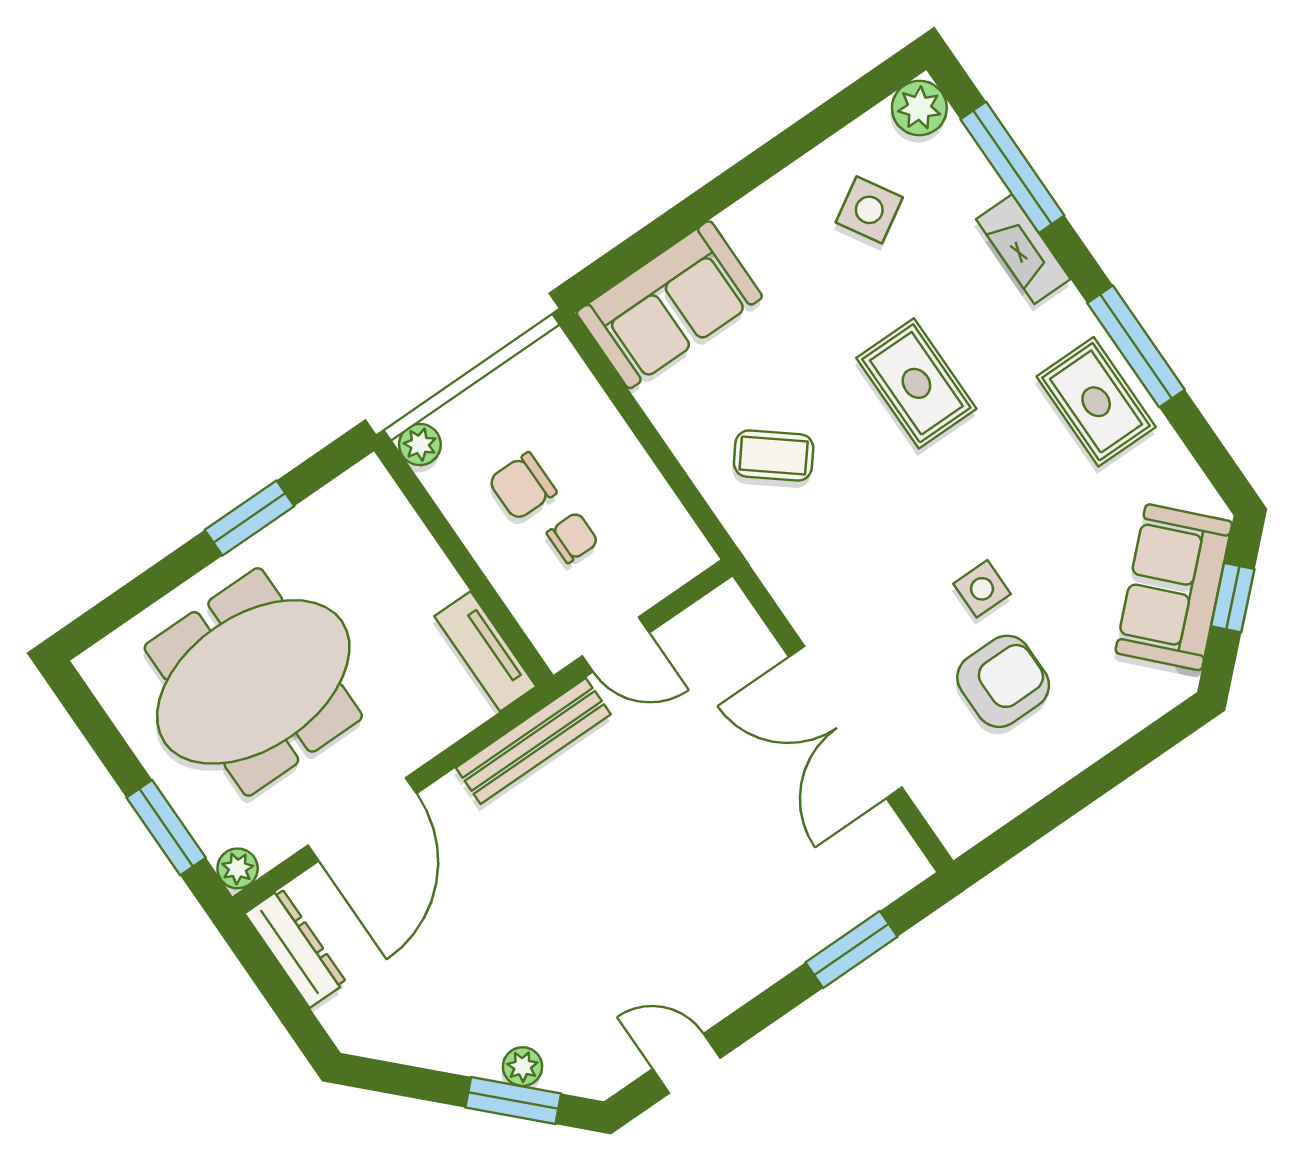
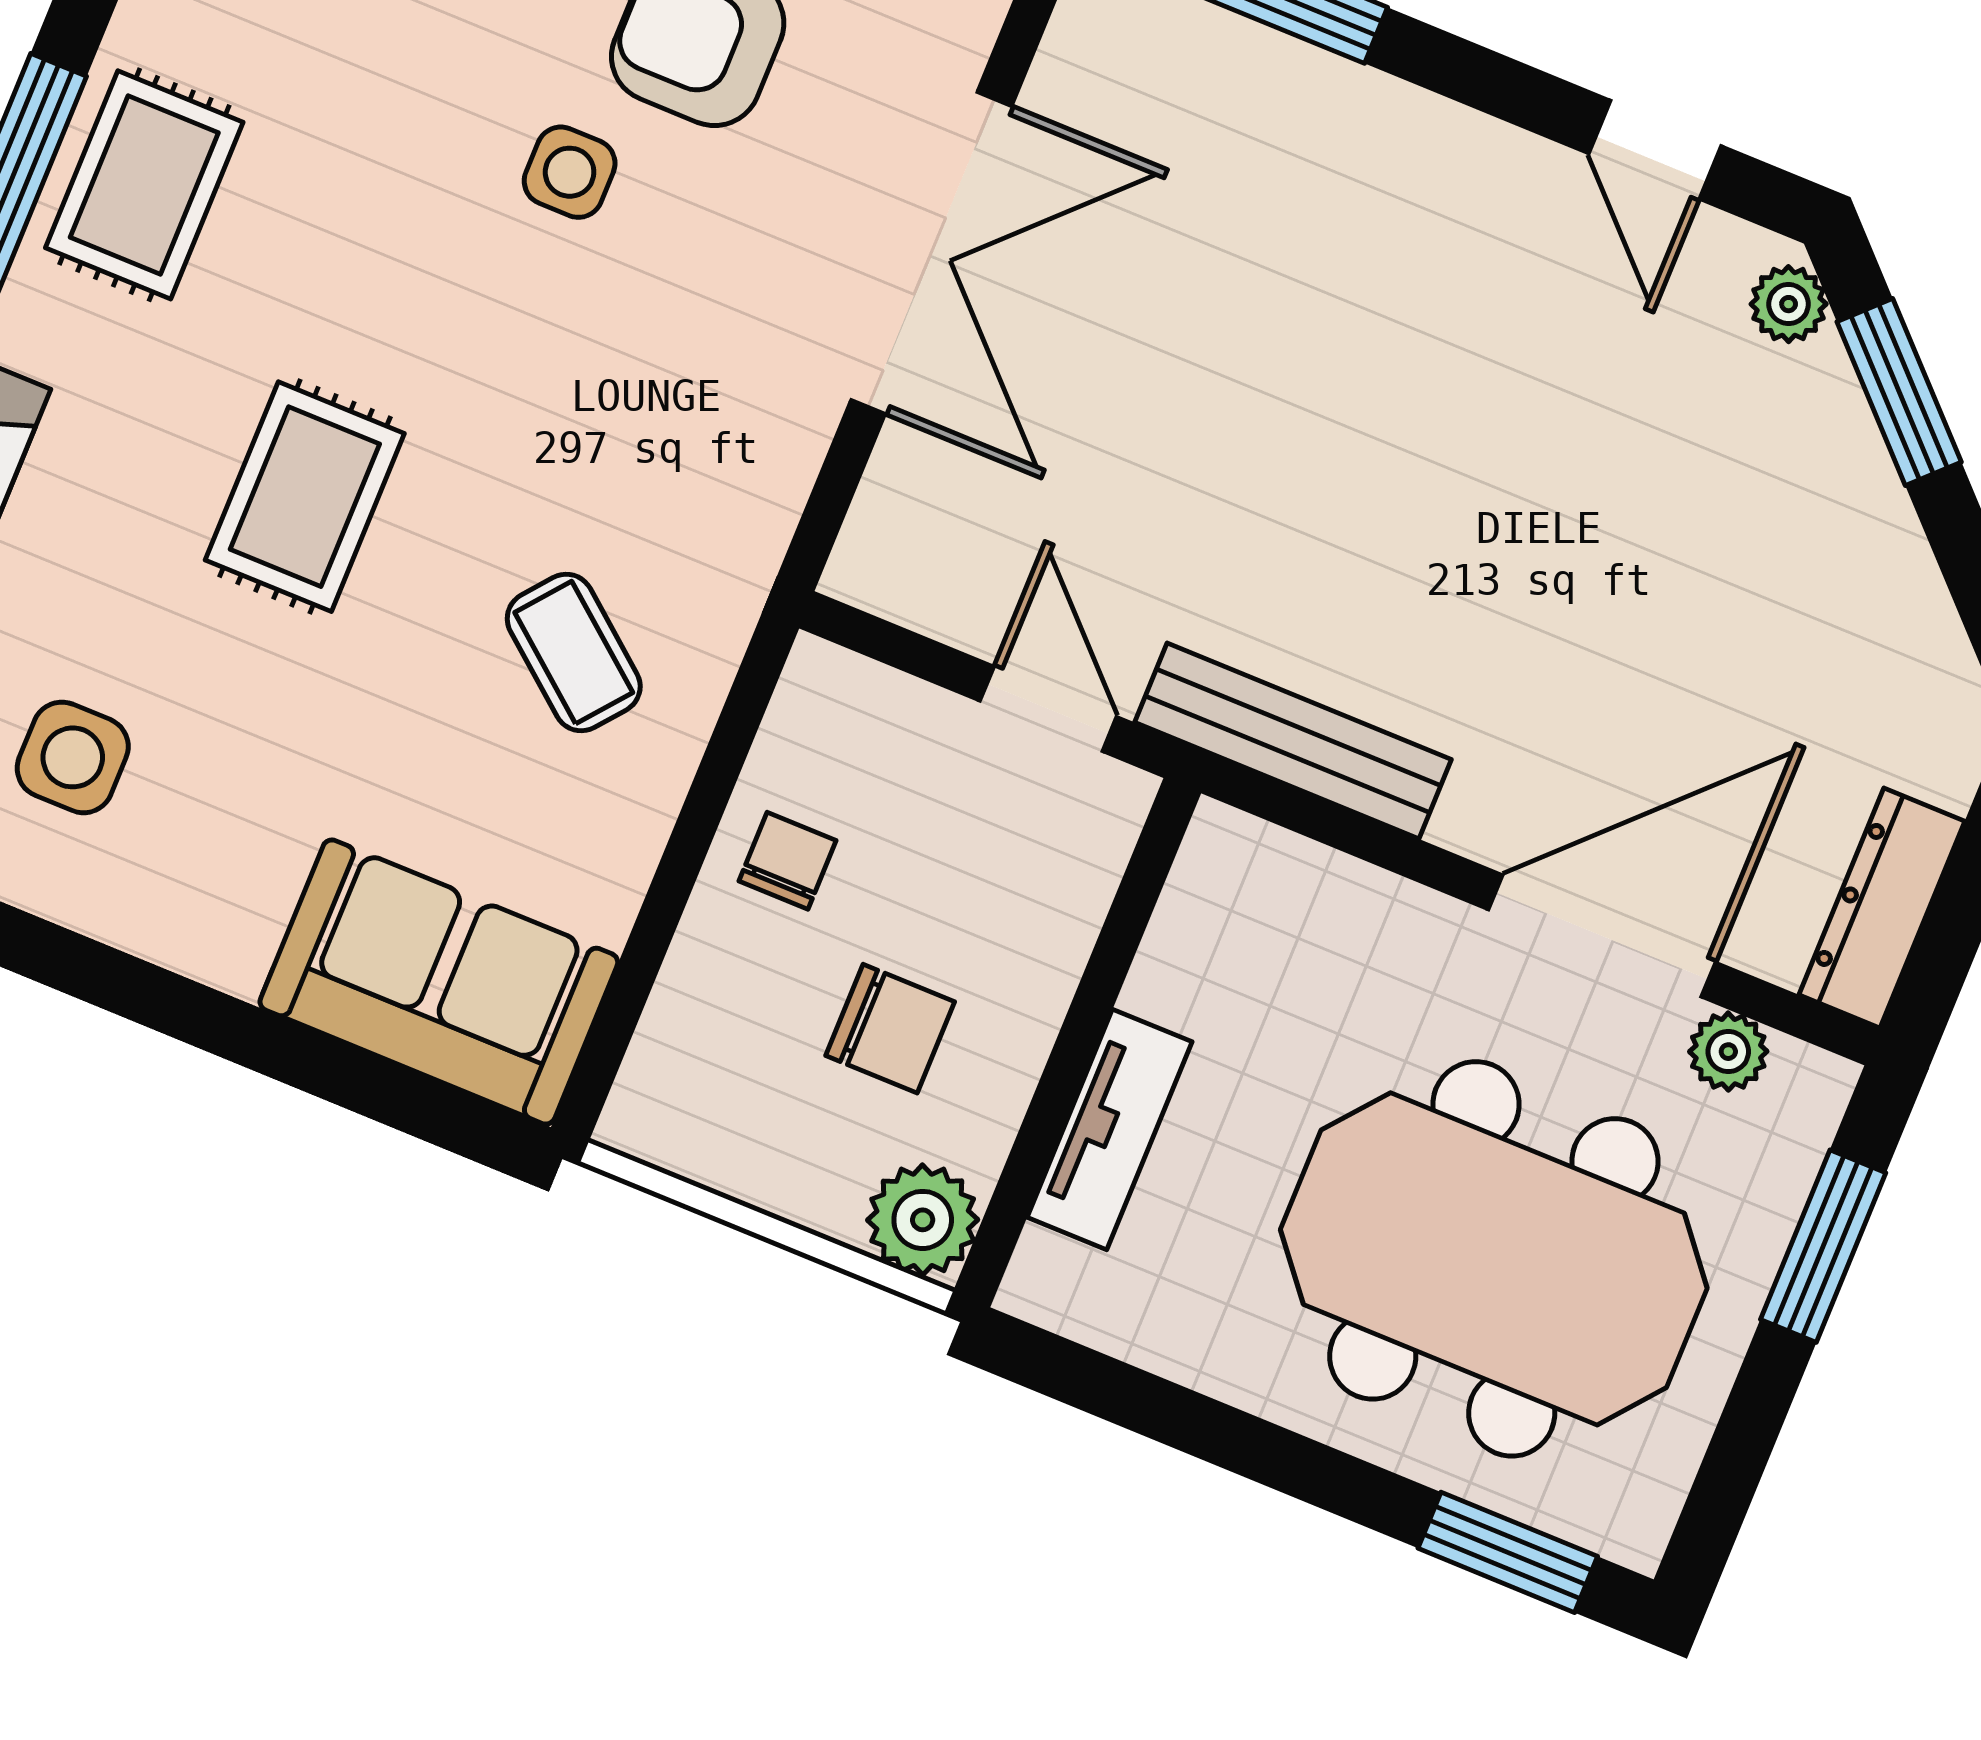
side table: (869, 210) -> (73, 757), turned 31
plant: (420, 444) -> (923, 1220), width x1.38, depth x1.38
window: (249, 518) -> (1508, 1552), moved
chair: (573, 538) -> (787, 861), moved, turned 90
tv unit: (485, 651) -> (1110, 1129), moved
plant: (238, 868) -> (1728, 1052), moved
plant: (523, 1067) -> (1789, 304), moved

